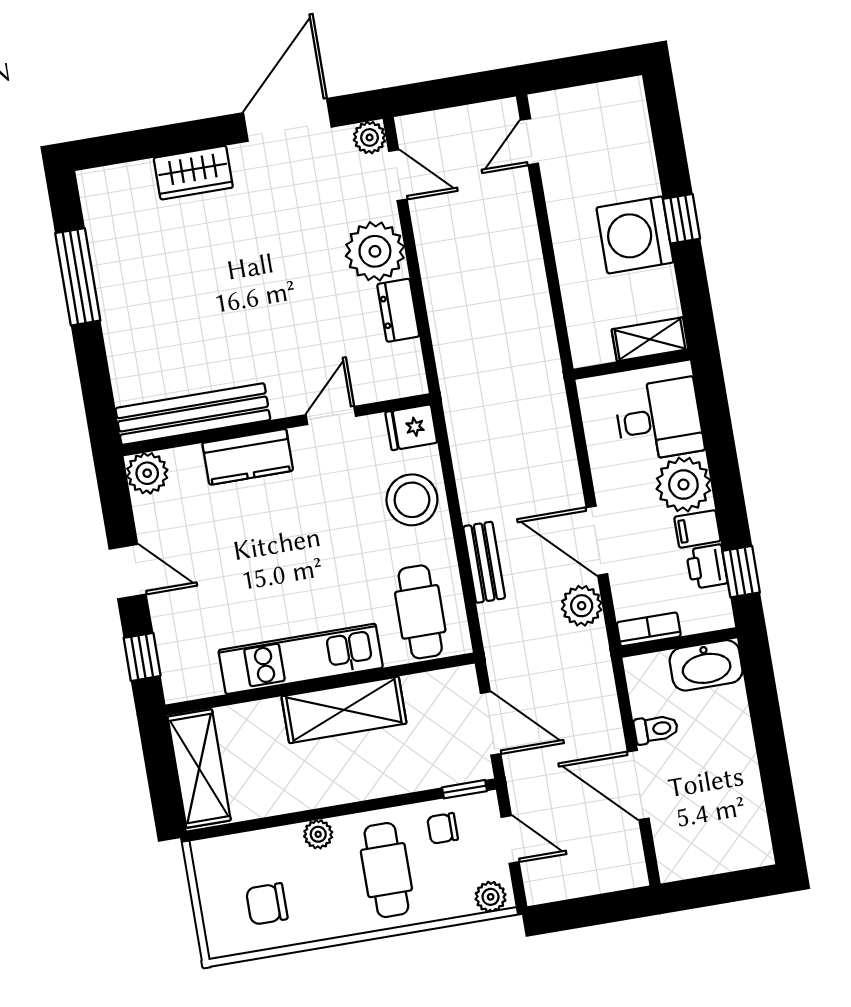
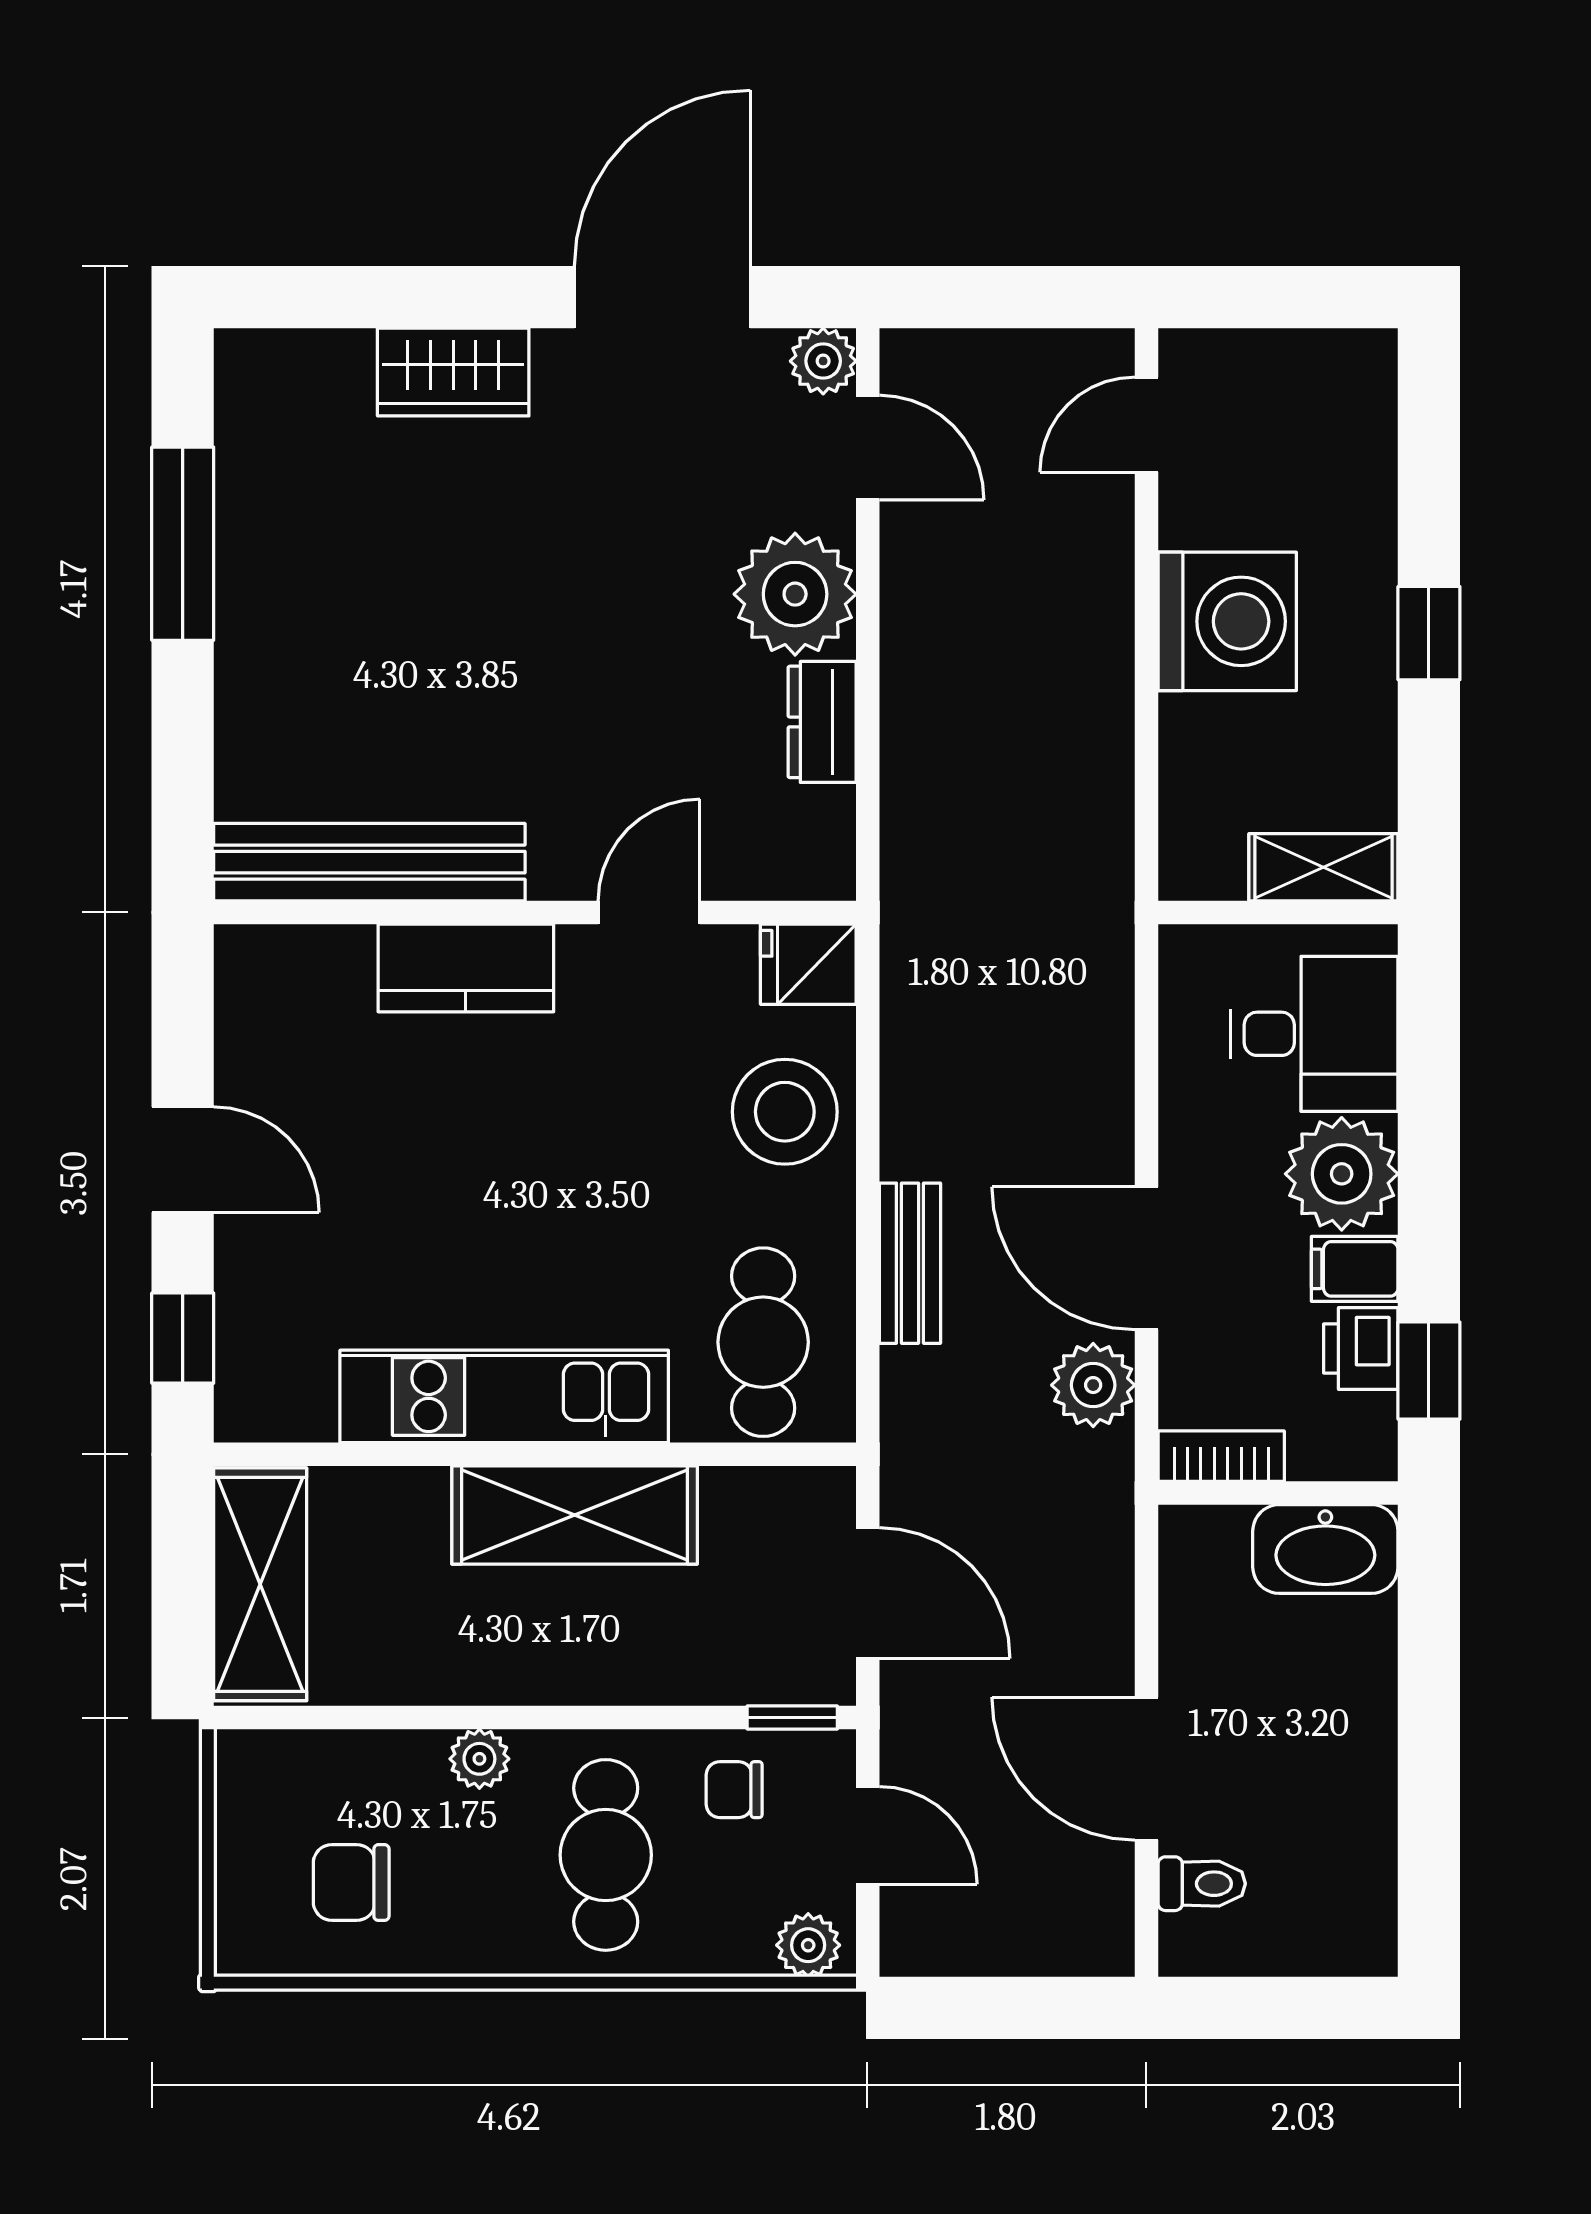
washing machine: (635, 235) -> (1227, 621), moved, turned 180
plant: (147, 473) -> (256, 967), removed
toilet: (656, 729) -> (1202, 1884), moved

